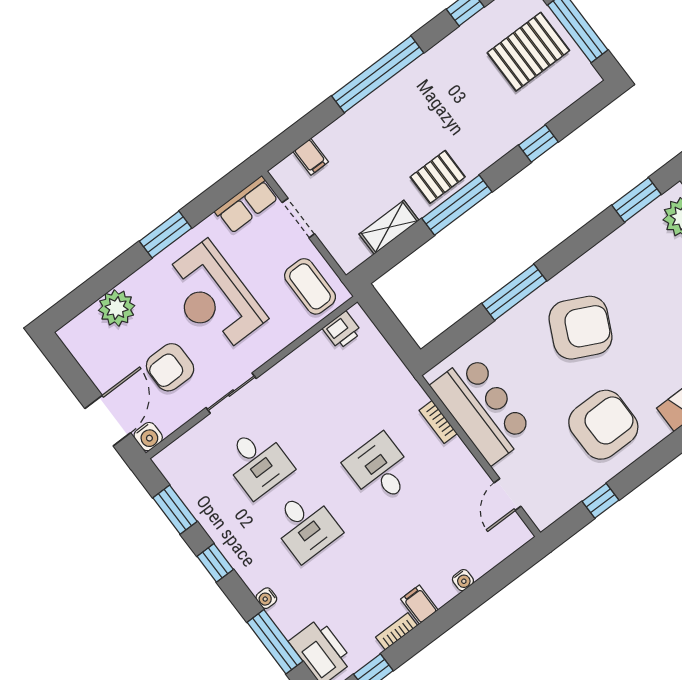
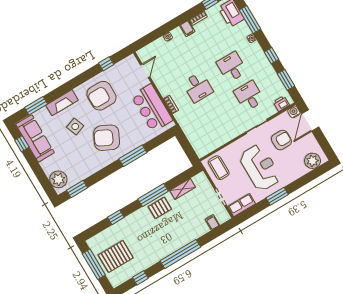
plant: (117, 308) -> (312, 161), moved
printer: (342, 330) -> (281, 104), moved
side table: (657, 346) -> (75, 126), added

